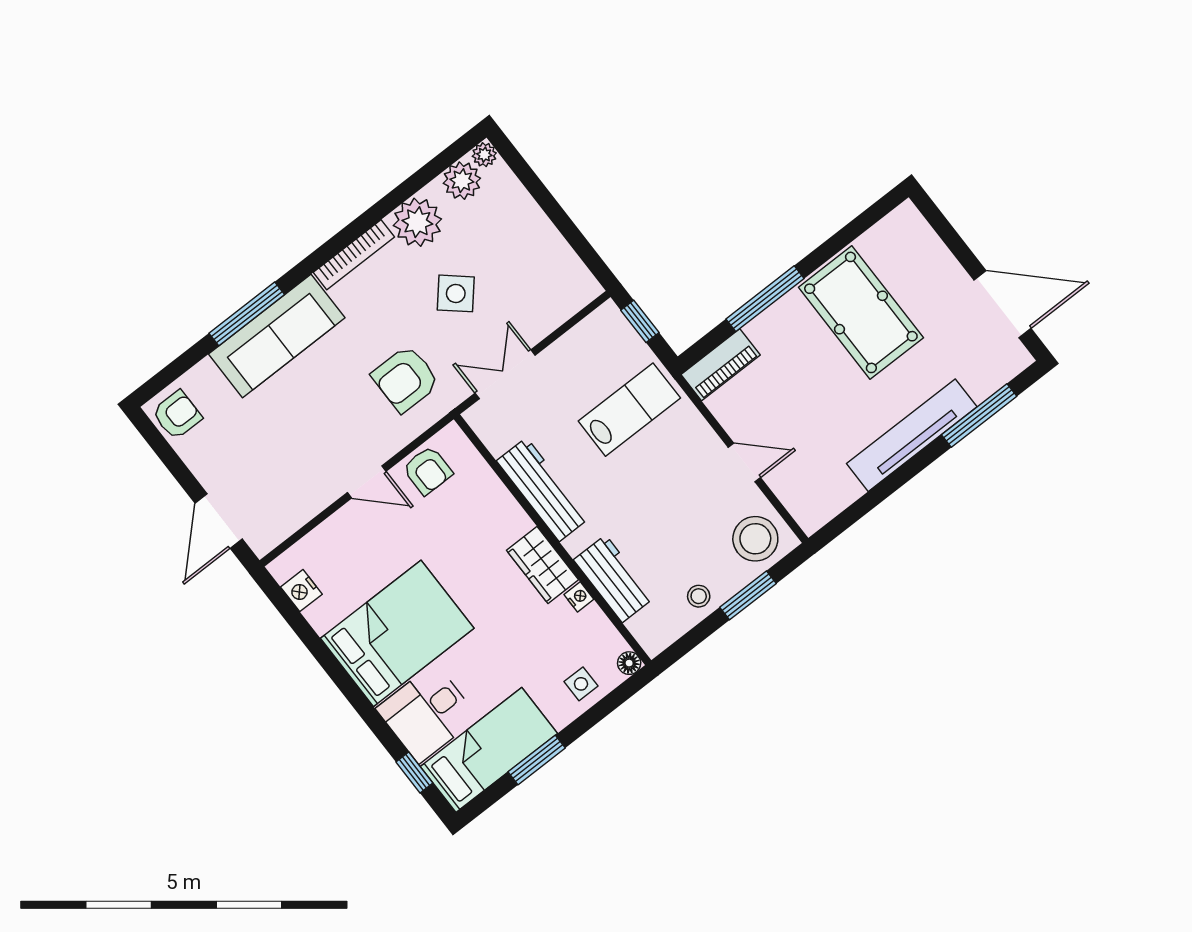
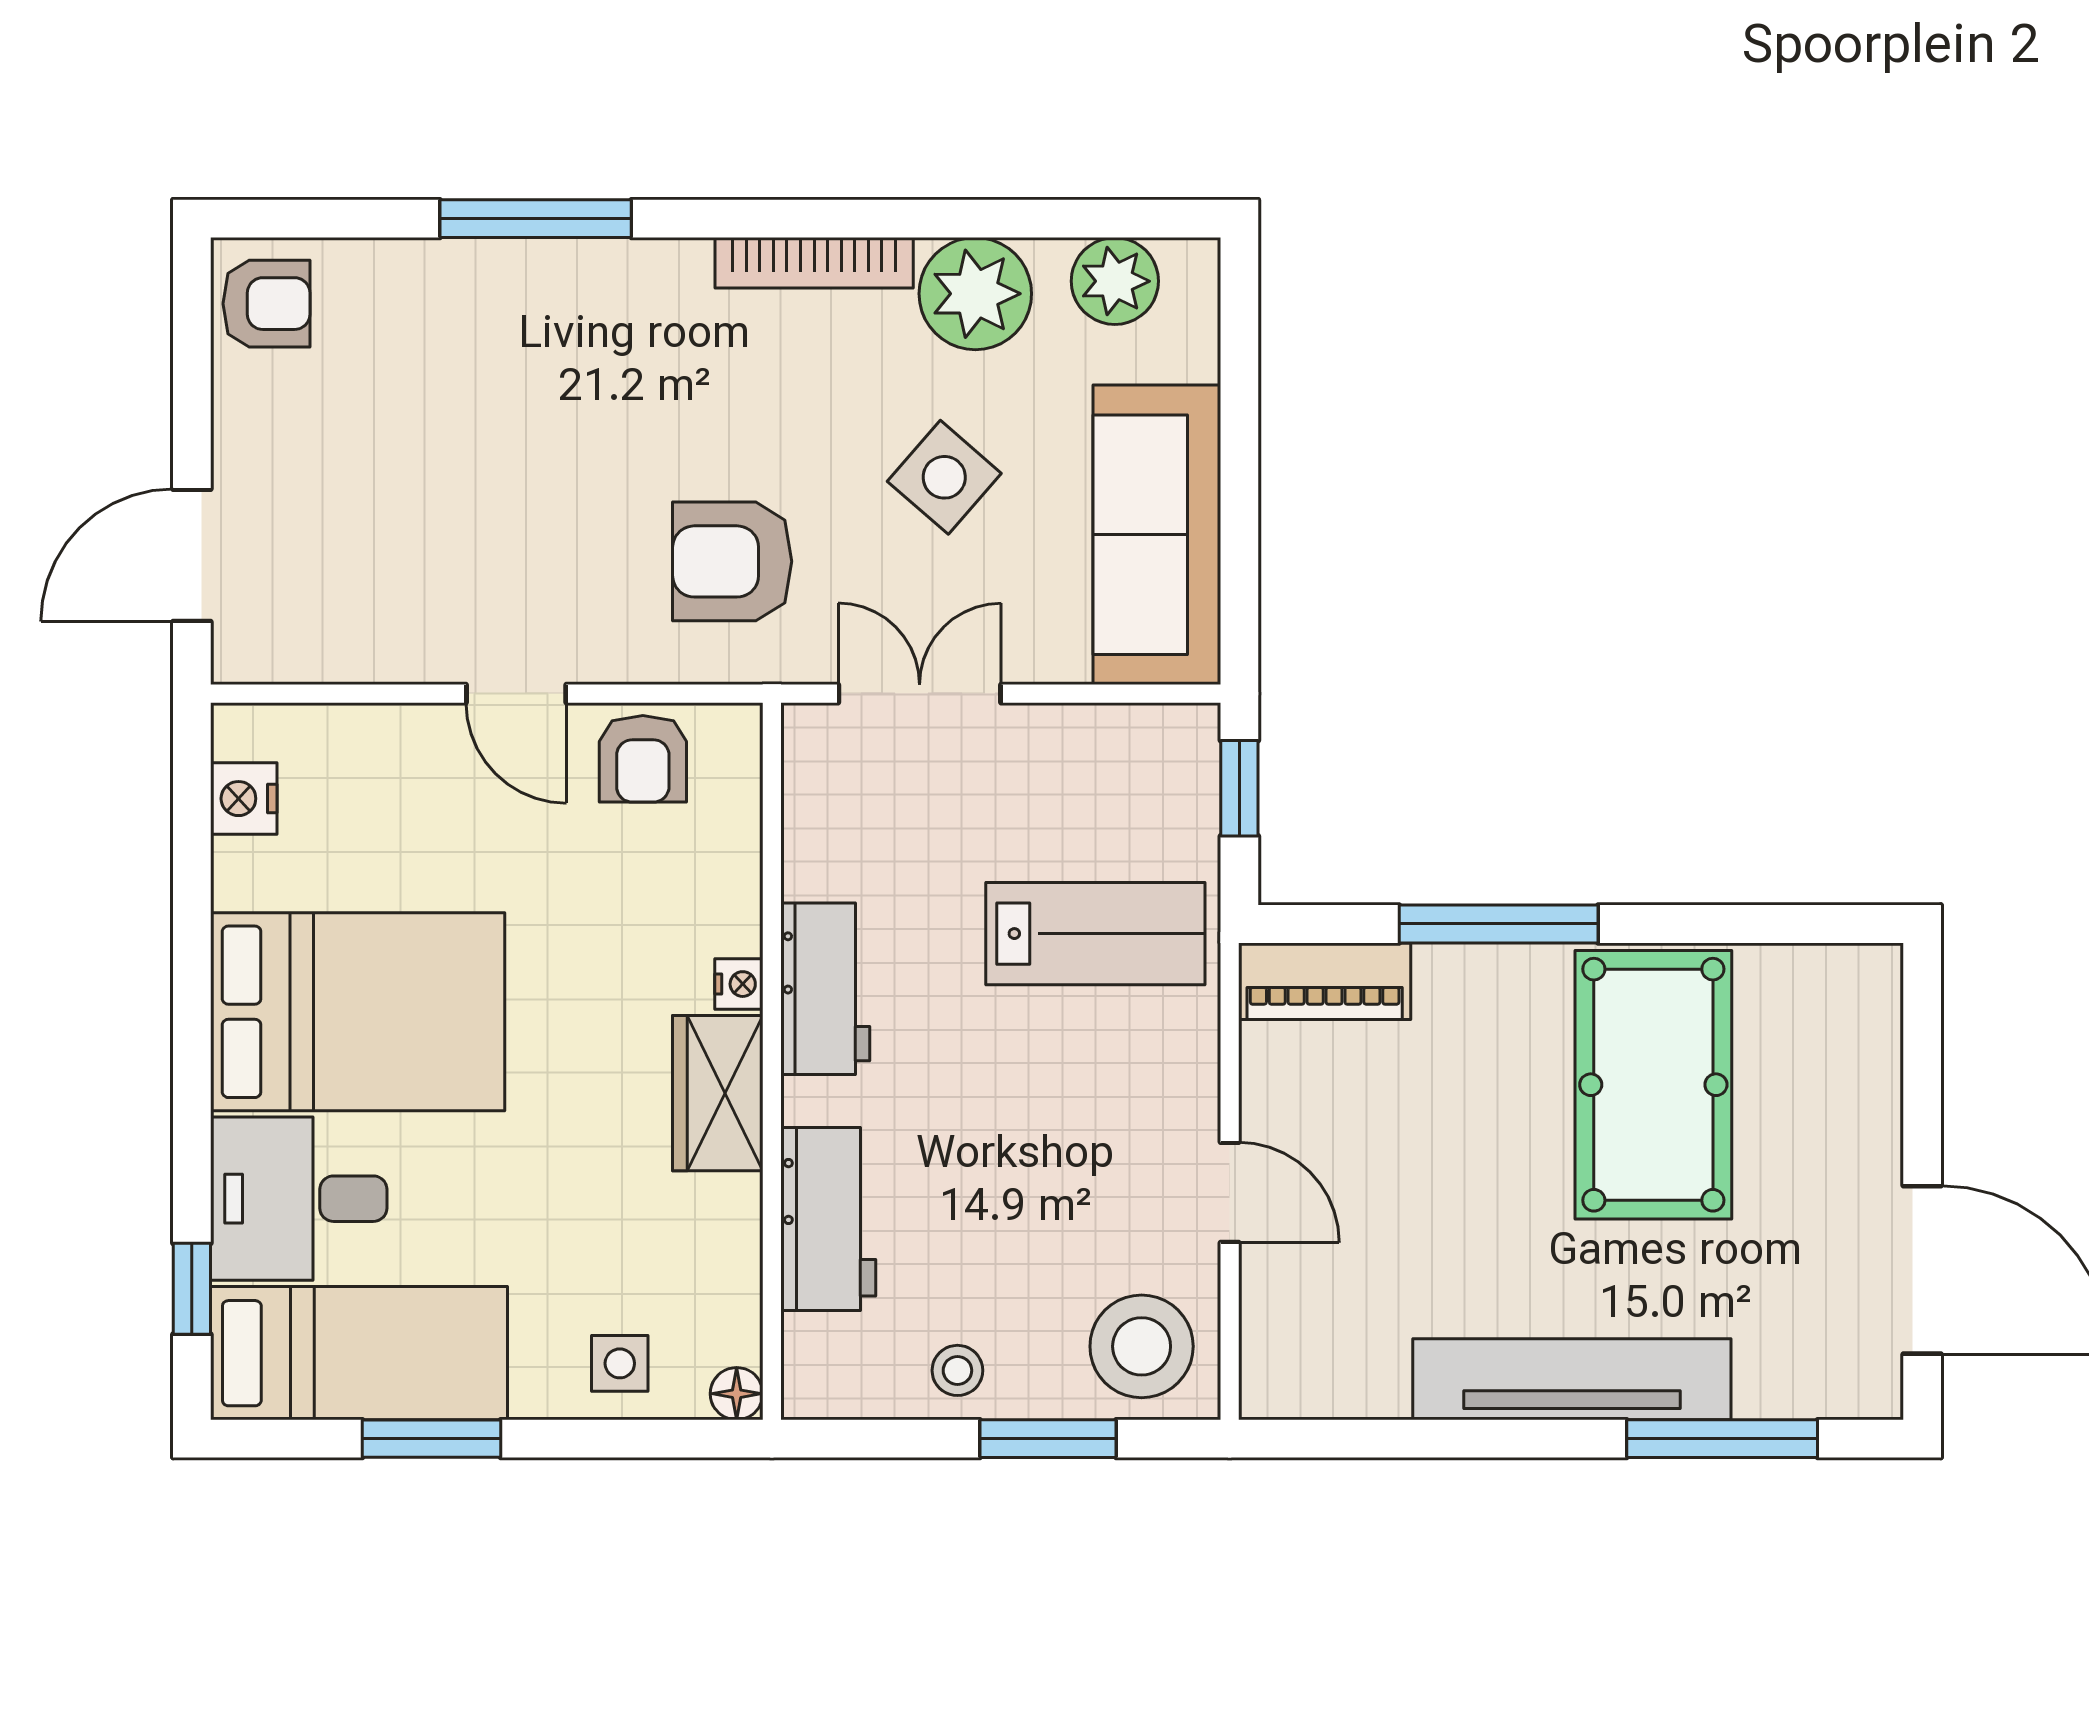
plant: (484, 155) -> (1192, 266), removed
sofa: (277, 336) -> (1157, 535), moved, turned 90
workbench: (543, 490) -> (825, 989), width x0.73
nightstand: (579, 597) -> (739, 984), moved

